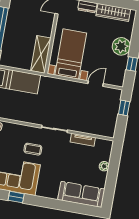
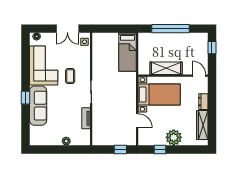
shelving: (41, 54) -> (166, 68), moved
sofa: (81, 194) -> (38, 106), moved
window: (16, 197) -> (26, 98), moved

